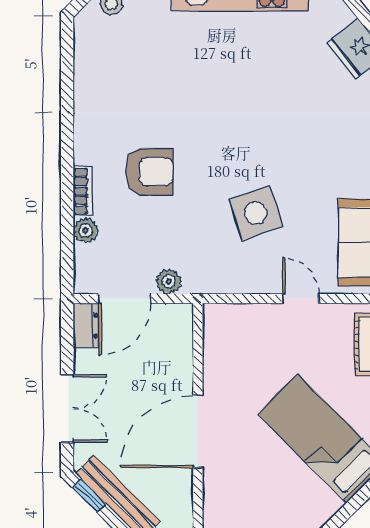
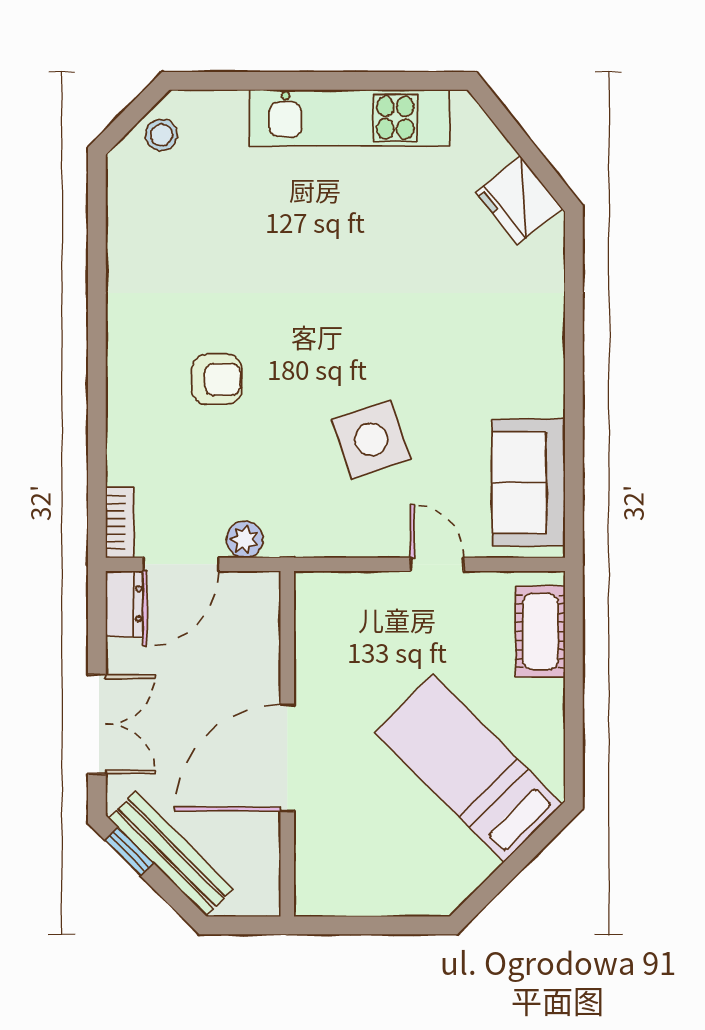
armchair: (149, 172) -> (217, 379), width x0.72, depth x0.72
bookcase: (83, 191) -> (120, 522), moved
plant: (86, 230) -> (124, 465), removed

